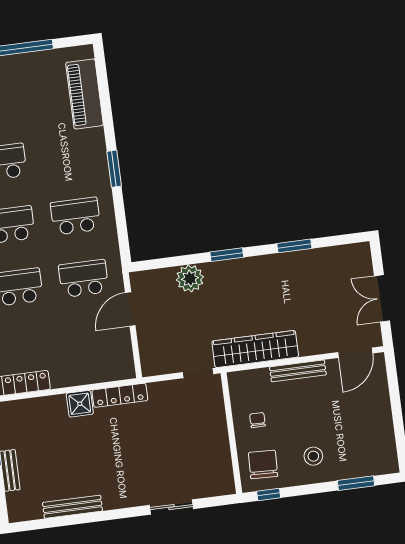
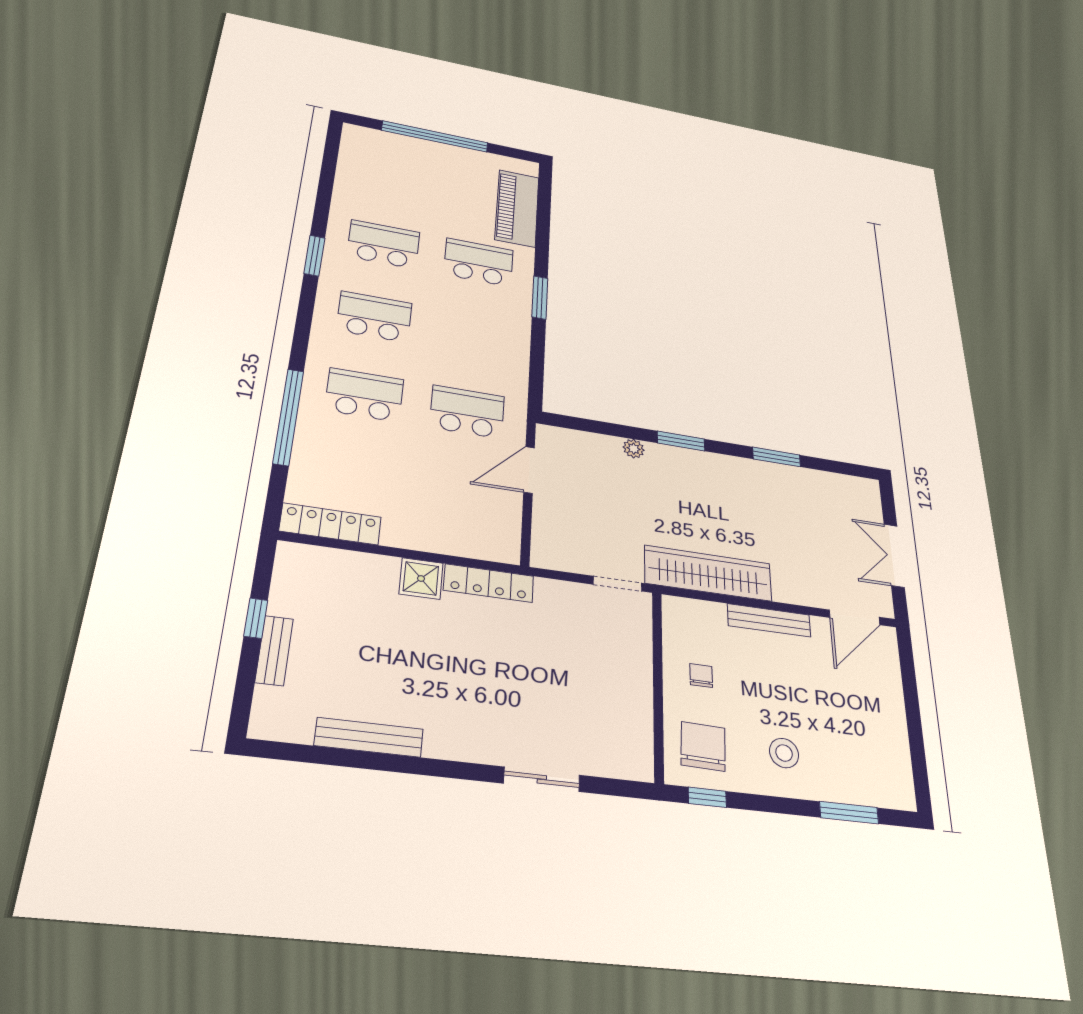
school desk: (75, 216) -> (479, 262), moved
plant: (190, 278) -> (634, 449), width x0.53, depth x0.53

